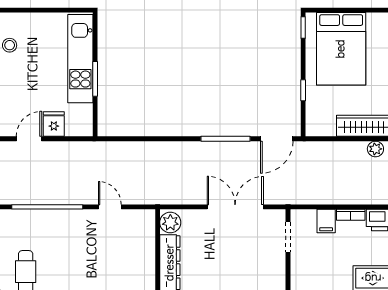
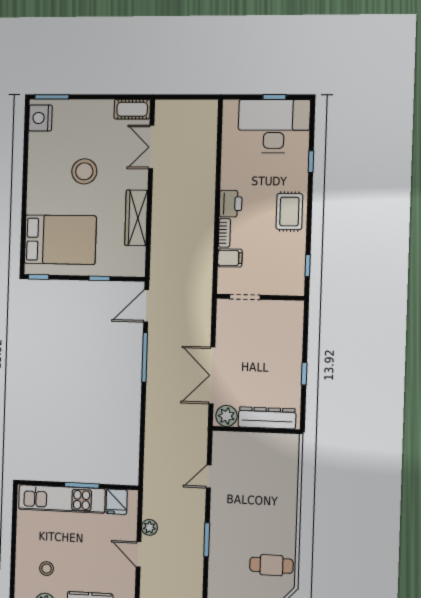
fridge: (54, 124) -> (117, 502), moved, turned -90
door: (277, 139) -> (146, 306), swing flipped
plant: (375, 149) -> (149, 527), moved
window: (47, 207) -> (207, 540), width x0.47
double door: (235, 207) -> (212, 375), moved

